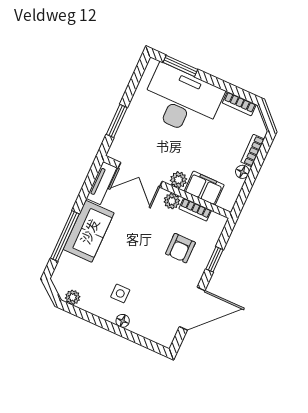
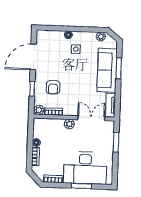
window: (180, 66) -> (81, 186), moved
filing cabinet: (204, 188) -> (53, 125), removed
plant: (172, 201) -> (39, 110), moved
sofa: (89, 231) -> (107, 70), width x1.36
window: (65, 236) -> (119, 68), width x0.69
armchair: (180, 248) -> (53, 87), turned 180

